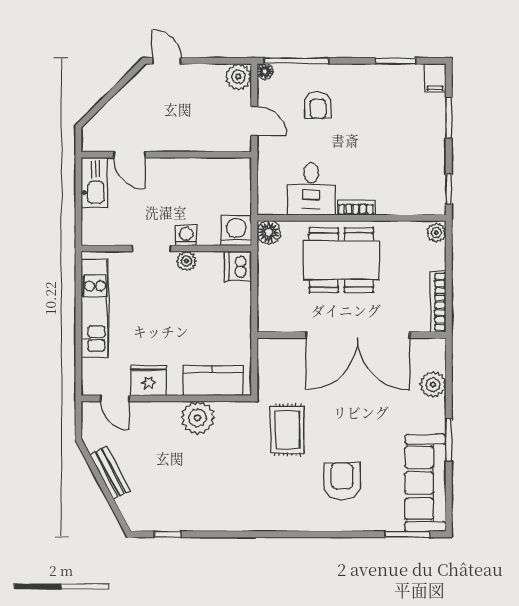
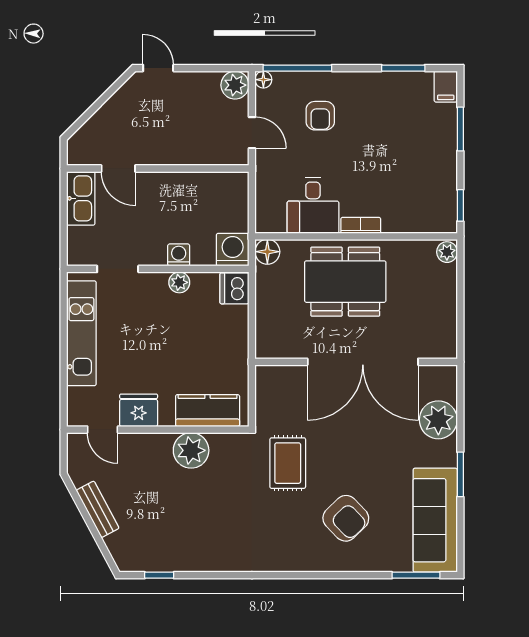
doorway: (152, 248) -> (118, 269), moved
bookcase: (438, 302) -> (449, 326), removed
plant: (433, 384) -> (438, 420), width x1.36, depth x1.36
armchair: (342, 481) -> (346, 518), turned 136

